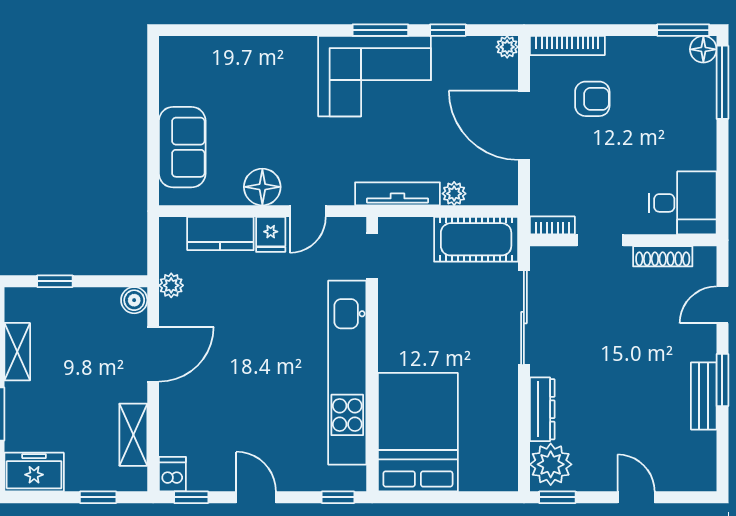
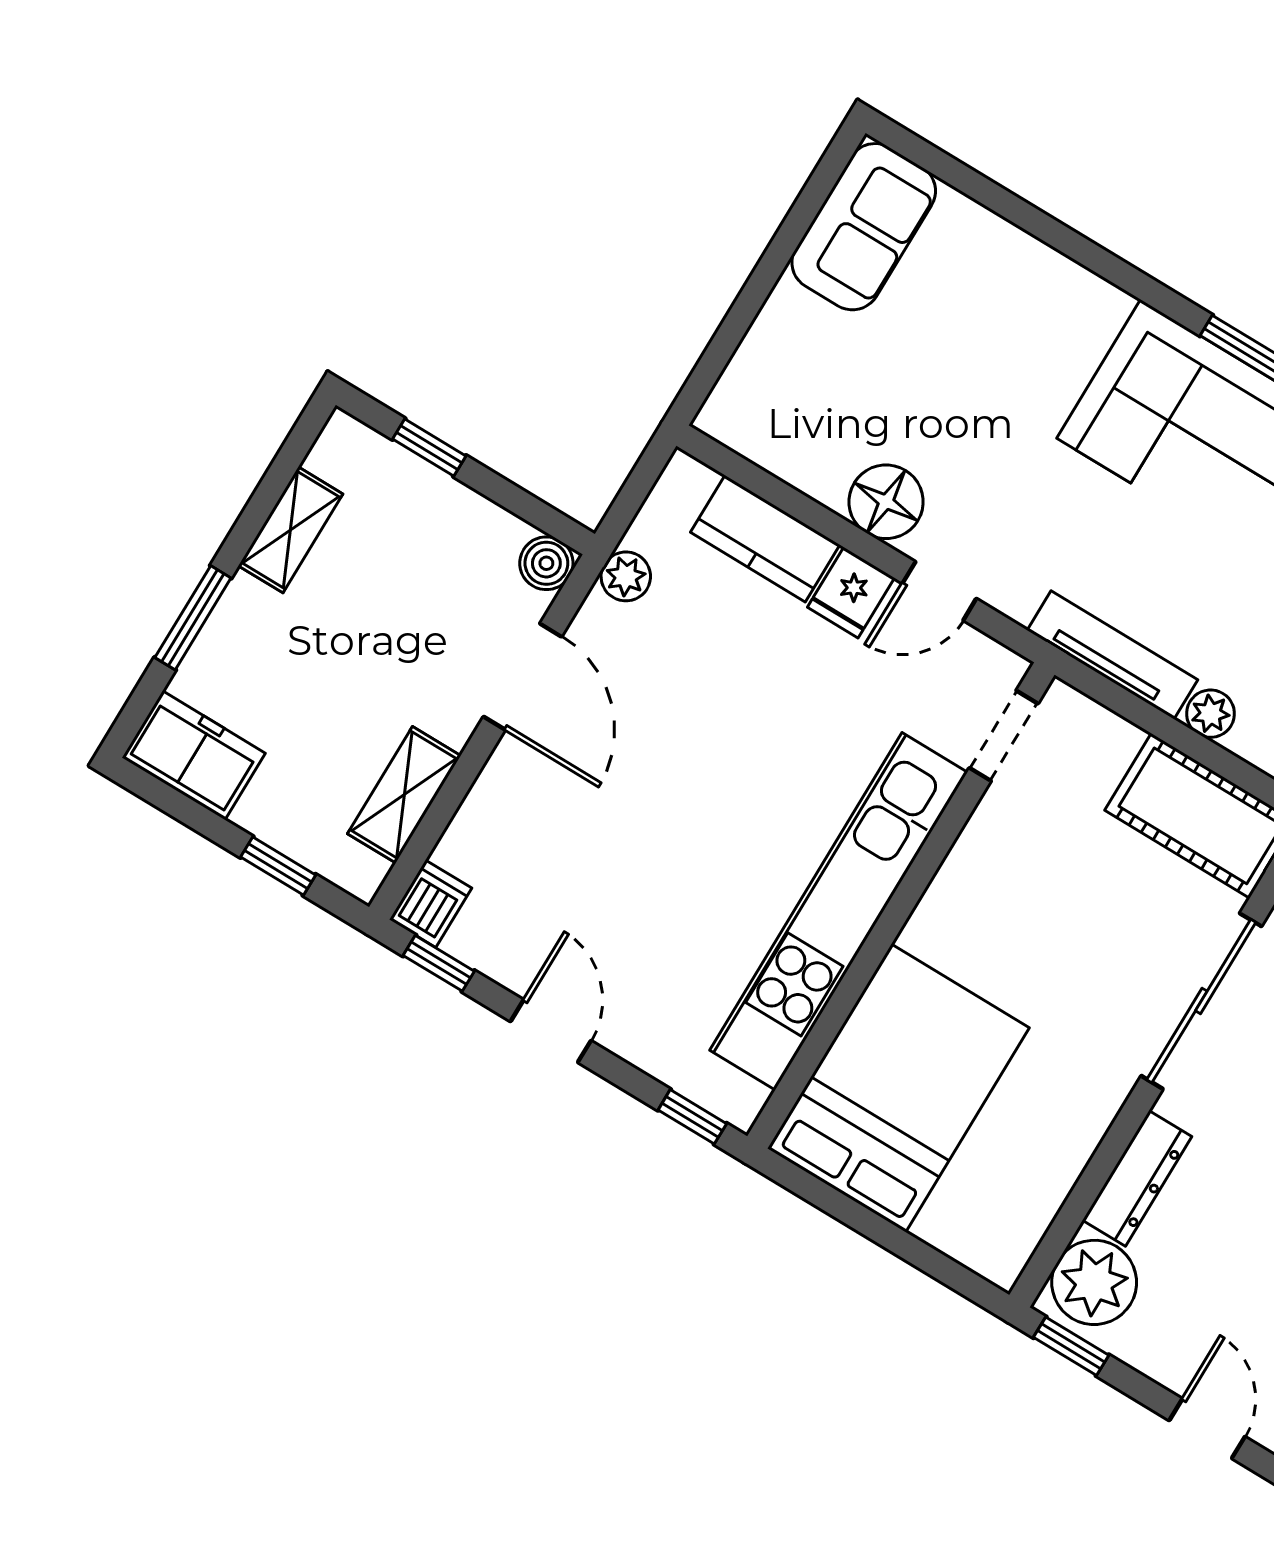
sofa: (182, 147) -> (864, 227), moved
door: (153, 354) -> (523, 677), hinge flipped

